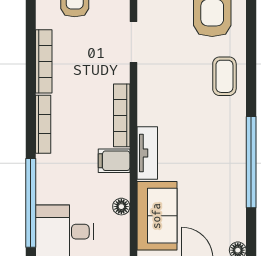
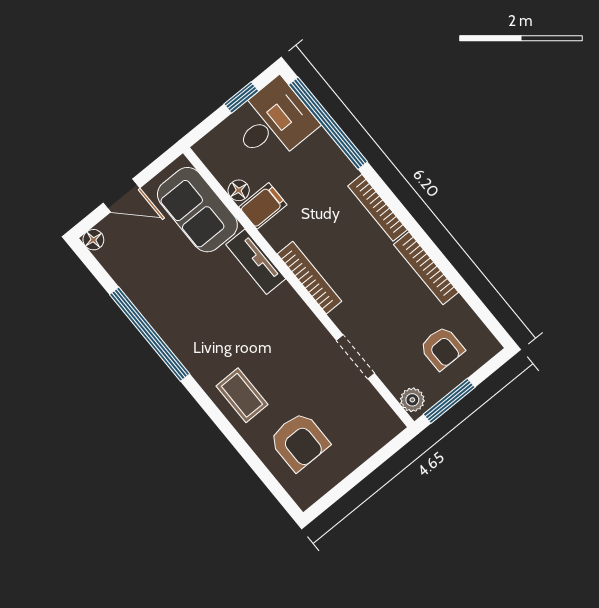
filing cabinet: (114, 161) -> (263, 206), moved

